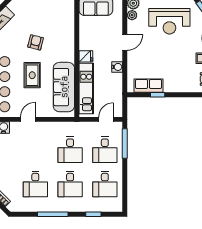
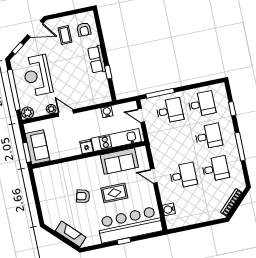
plant: (132, 15) -> (51, 109), moved
reception desk: (169, 21) -> (37, 75), turned 180
water cooler: (117, 67) -> (107, 112), moved
row of seats: (148, 86) -> (97, 59), moved
sofa: (64, 87) -> (119, 161), width x0.73
door: (28, 119) -> (154, 176), moved
desk: (70, 150) -> (183, 175), moved

